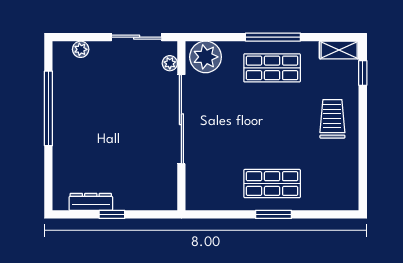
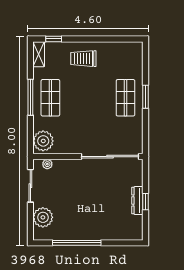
plant: (81, 49) -> (43, 217), width x1.87, depth x1.87
sliding door: (181, 119) -> (110, 157), moved
dresser: (91, 202) -> (137, 201), moved

